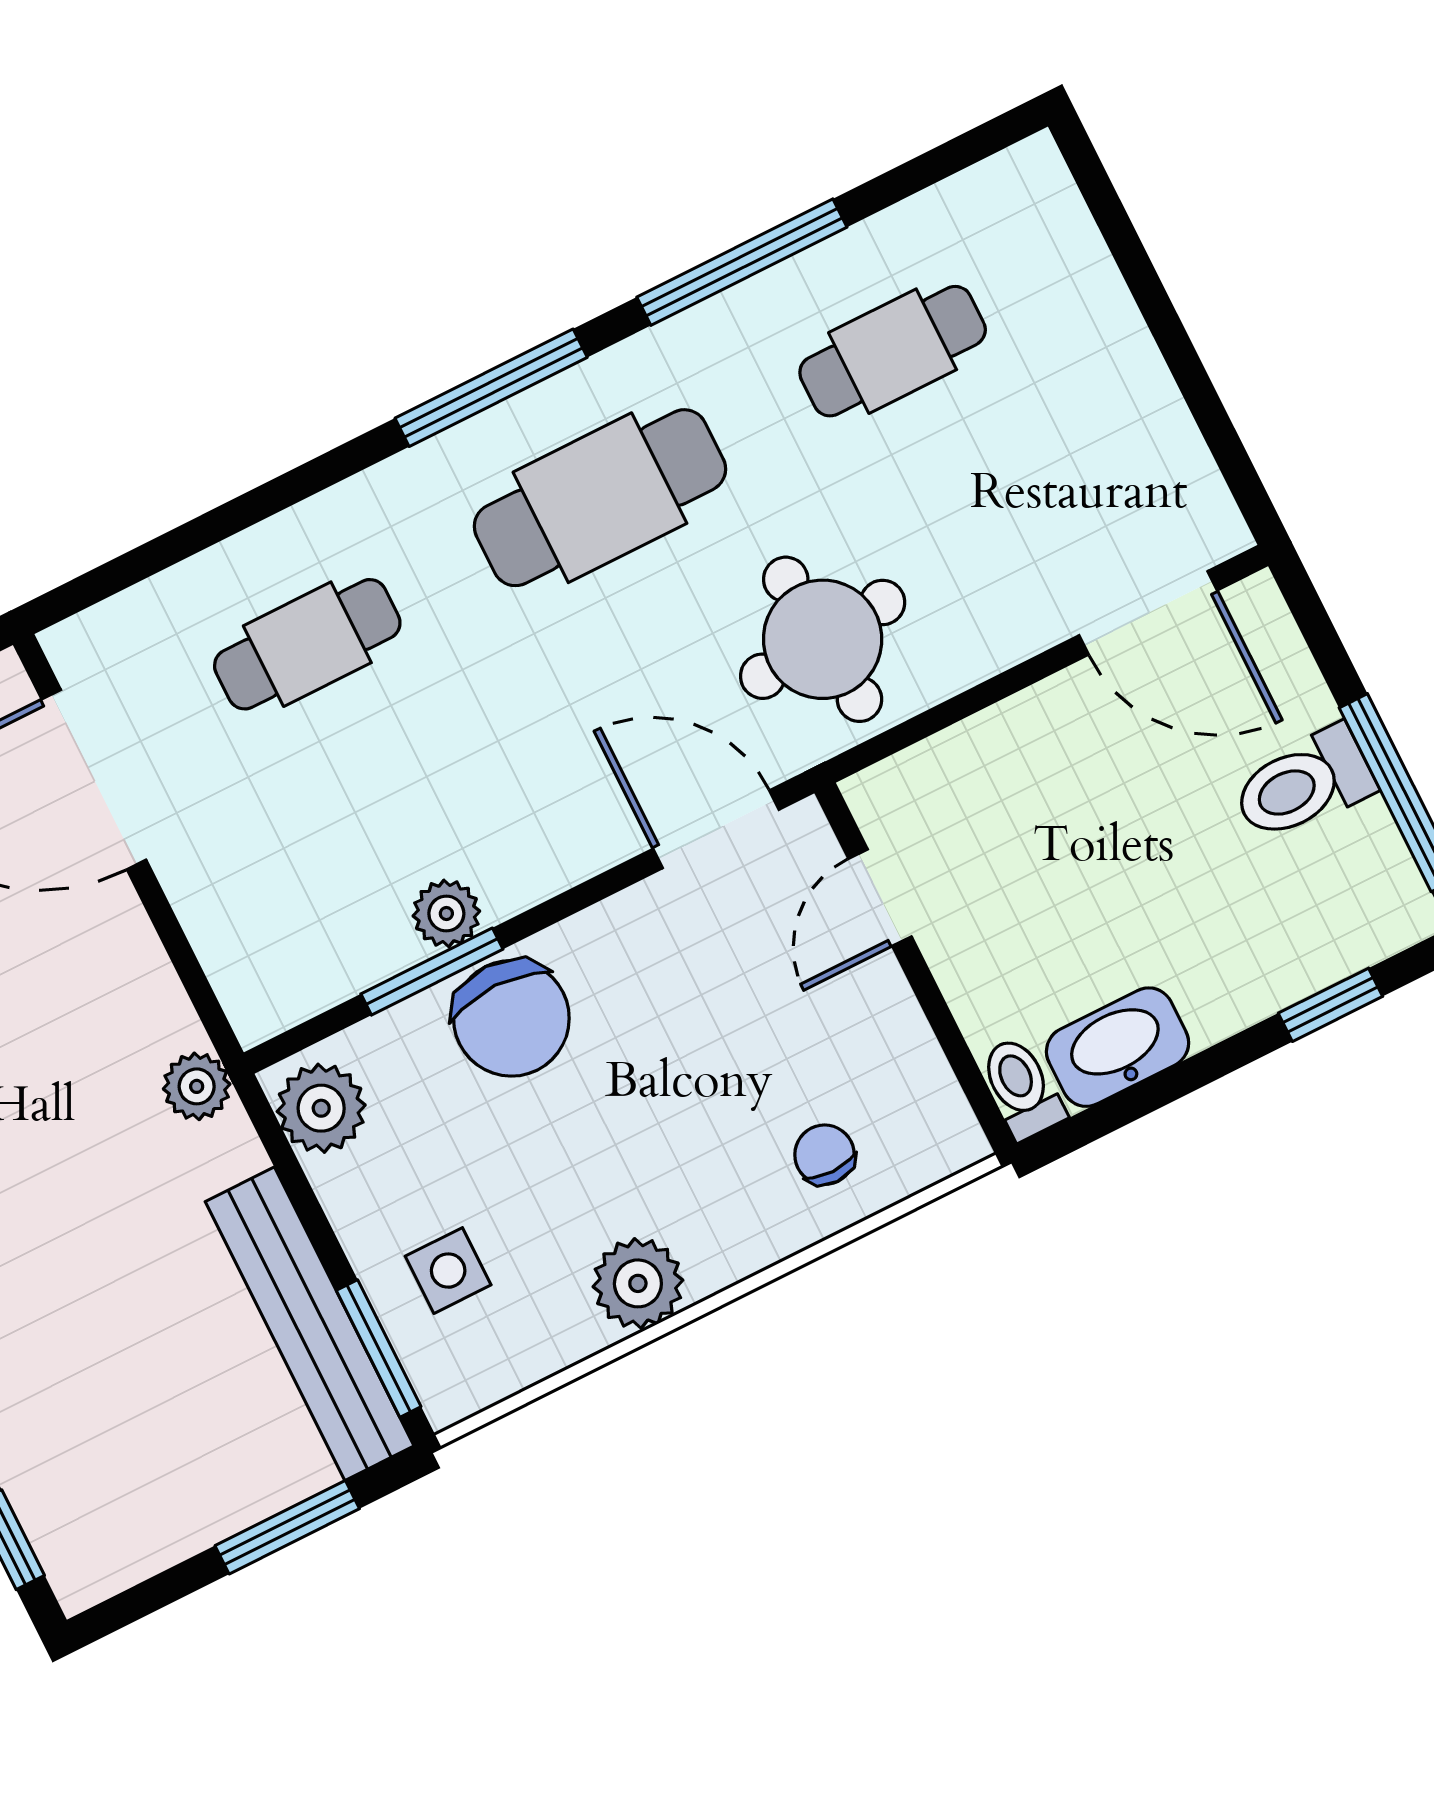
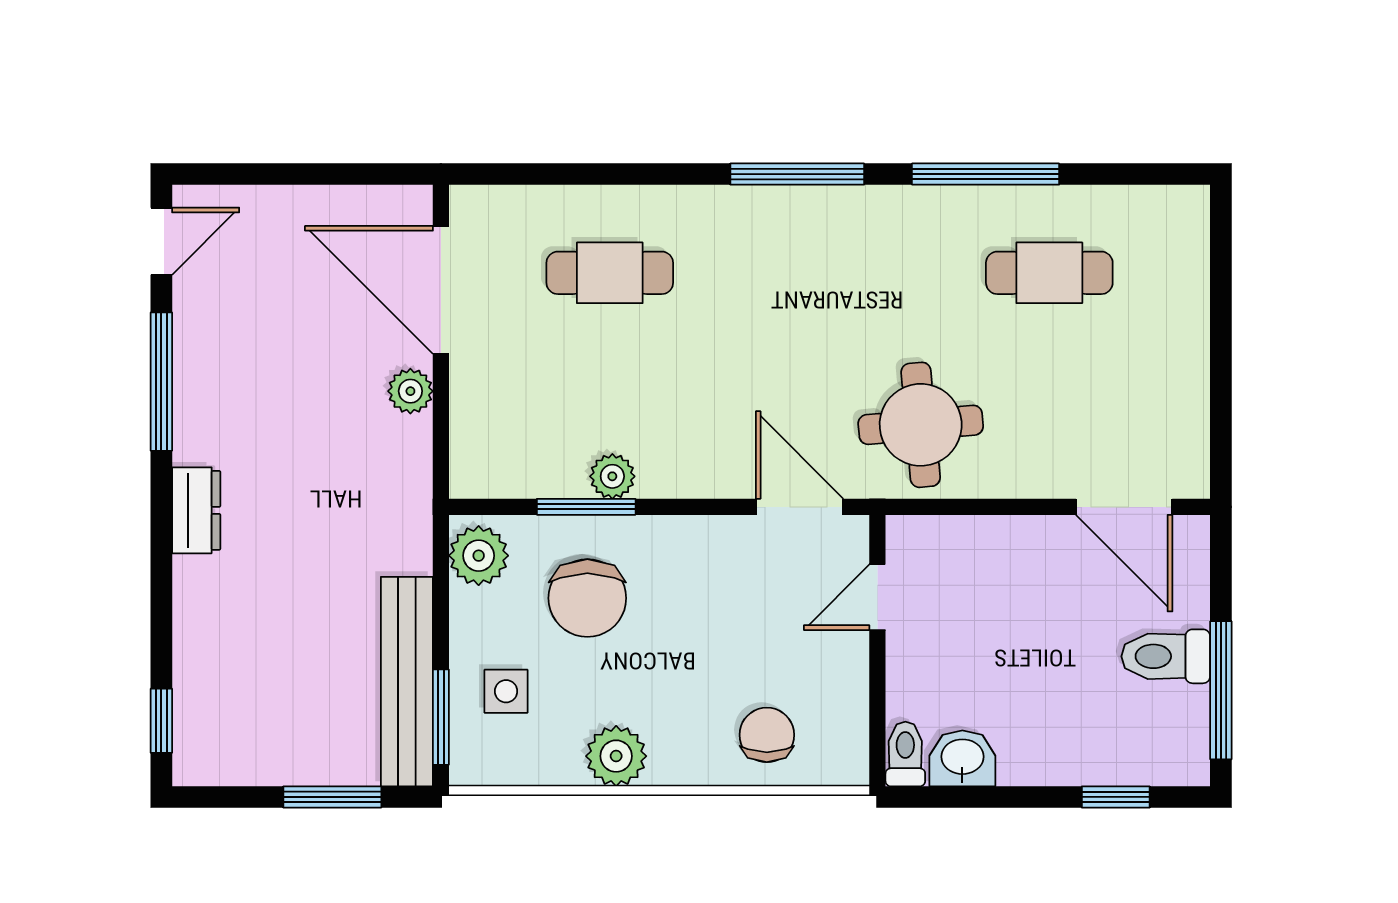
cafe table: (600, 498) -> (830, 273), removed
chair: (511, 1018) -> (587, 598), moved
washbasin: (1118, 1047) -> (962, 758), width x0.72
plant: (197, 1086) -> (410, 391), moved
chair: (825, 1155) -> (767, 735), width x1.37, depth x1.37

